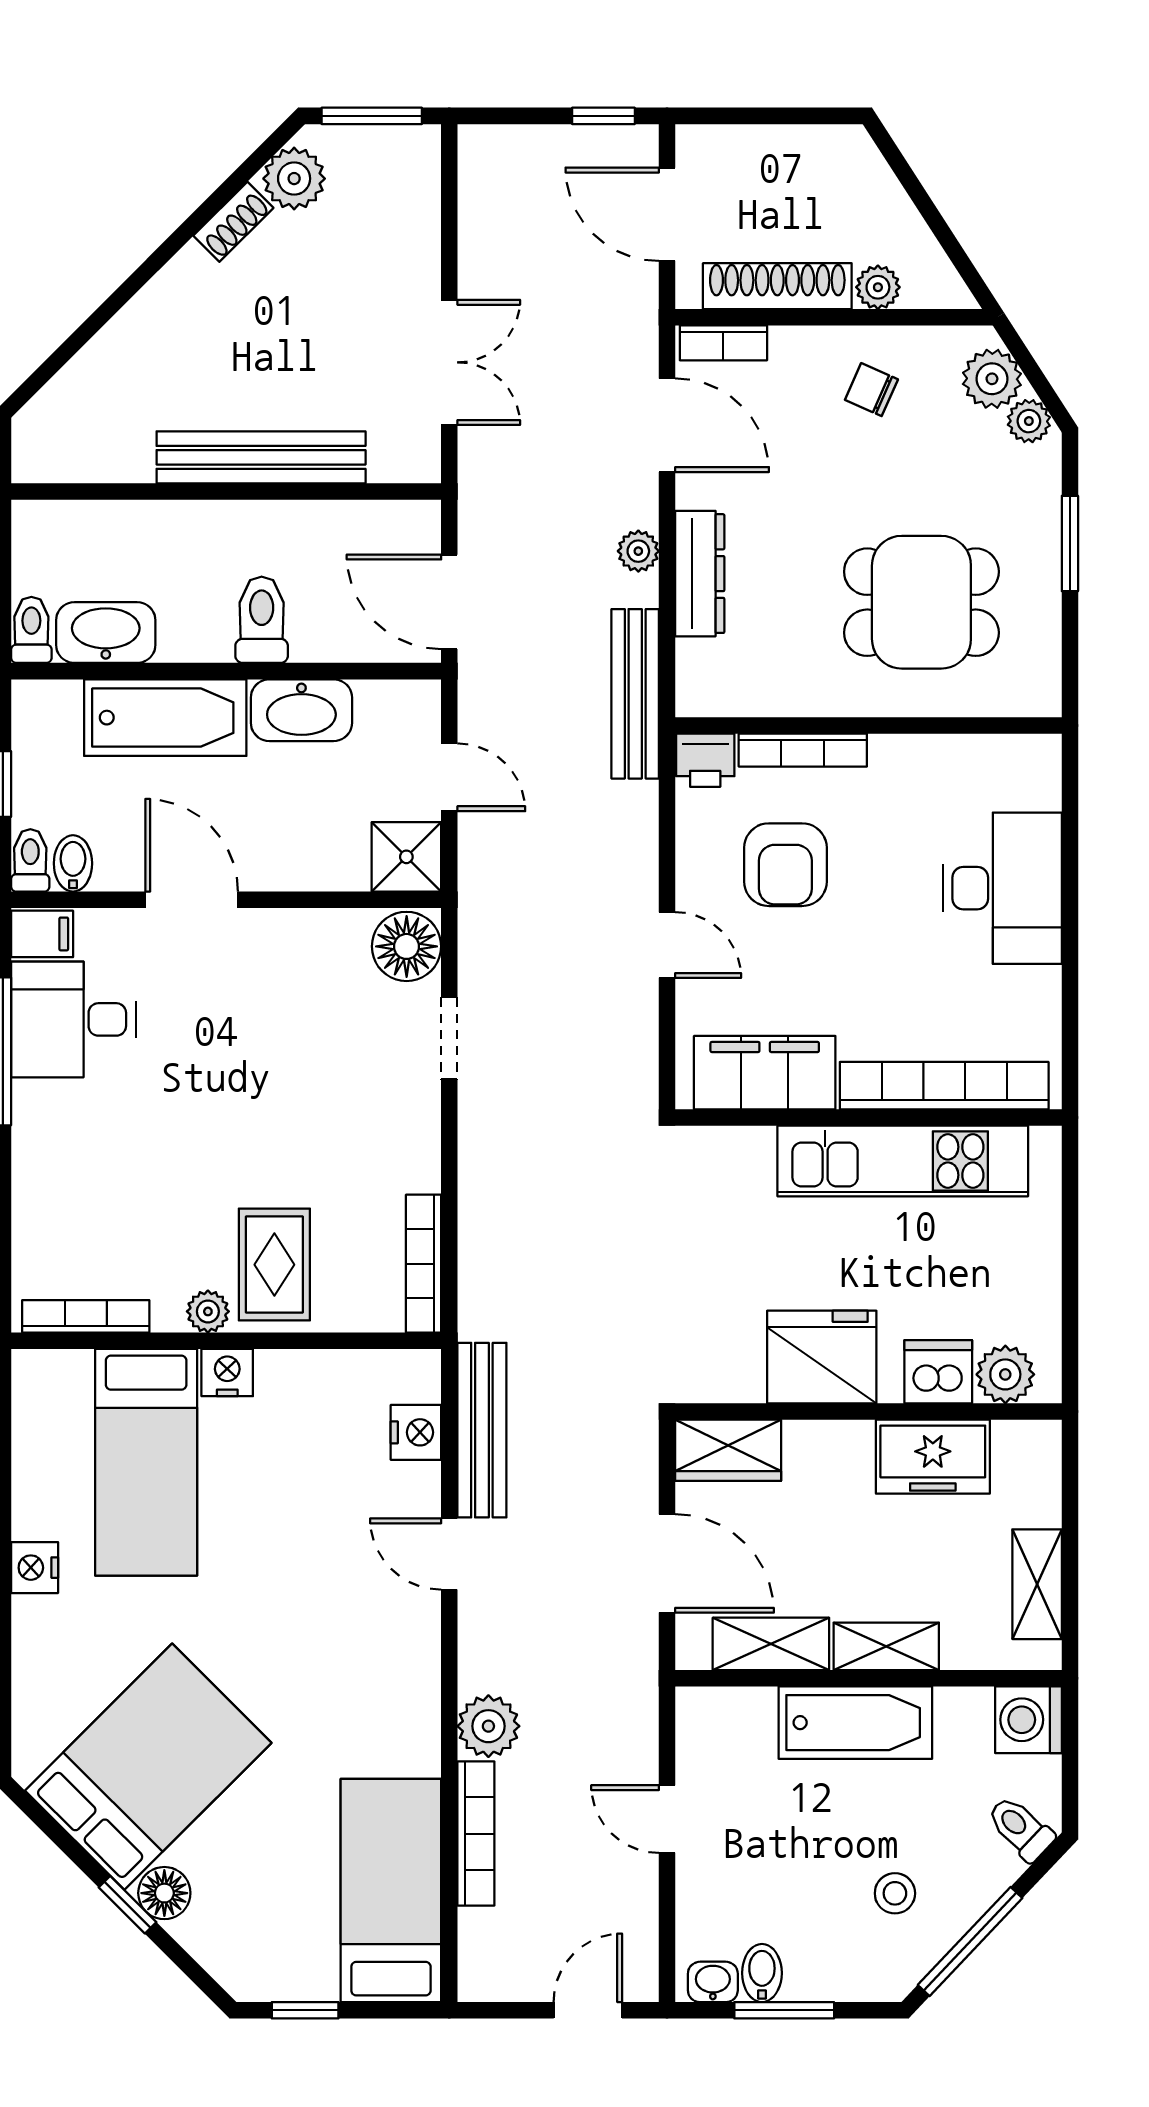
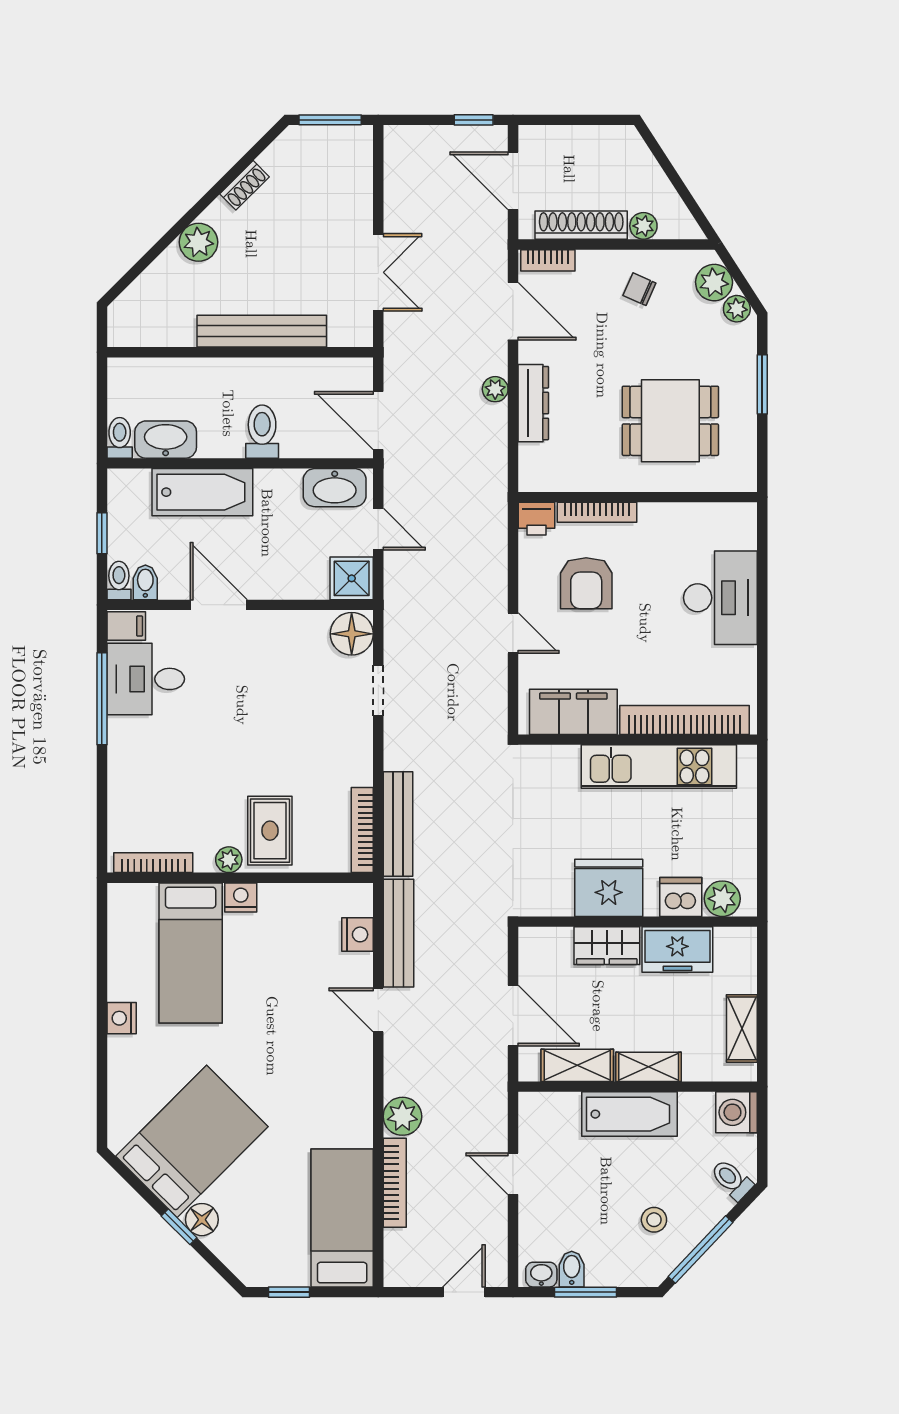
plant: (294, 179) -> (199, 242), moved
bench: (635, 694) -> (398, 824), moved
washbasin: (301, 710) -> (335, 488), moved
wardrobe: (728, 1450) -> (607, 946), moved

